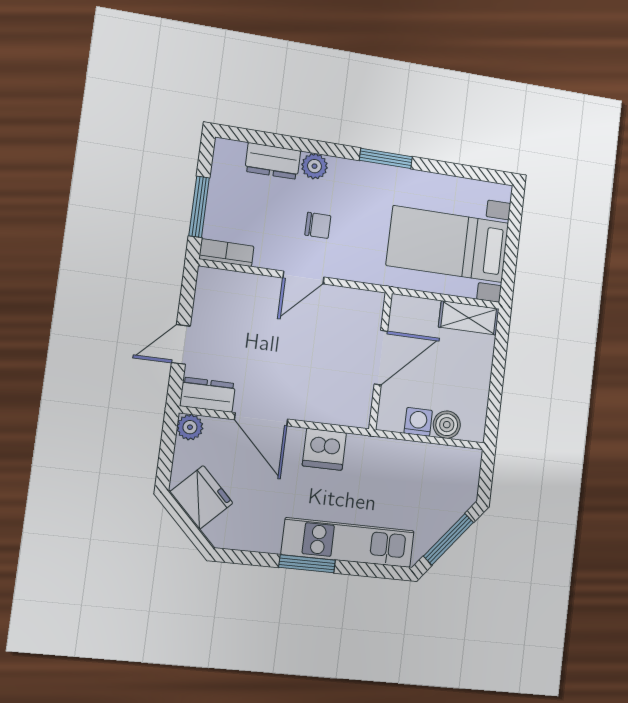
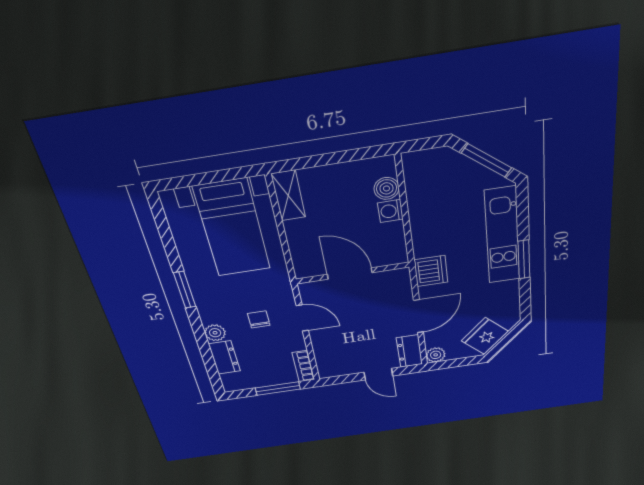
door: (381, 358) -> (350, 274), moved
wall: (380, 361) -> (352, 273), moved

